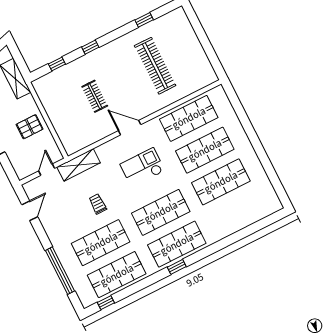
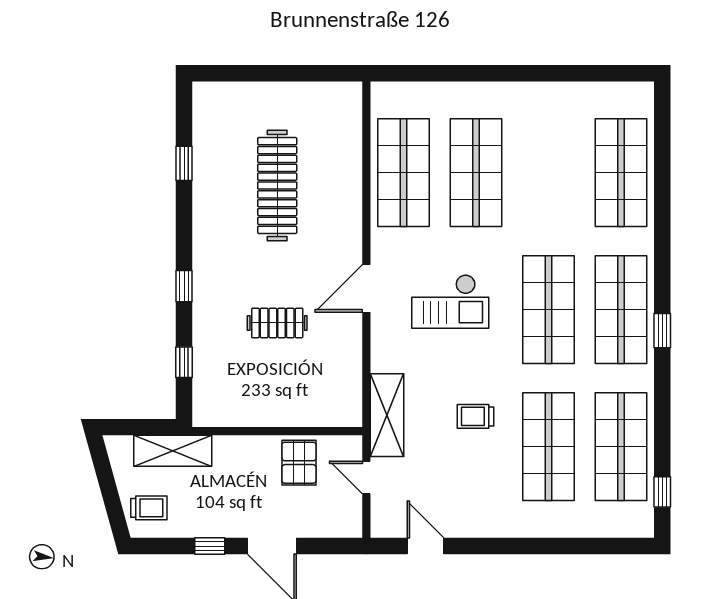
clothes rail: (155, 66) -> (277, 186), turned 90
pallet: (30, 127) -> (299, 463), moved
checkout: (143, 167) -> (450, 301), turned -90
shop shelf: (221, 182) -> (621, 173), moved
window: (60, 271) -> (562, 546), removed

